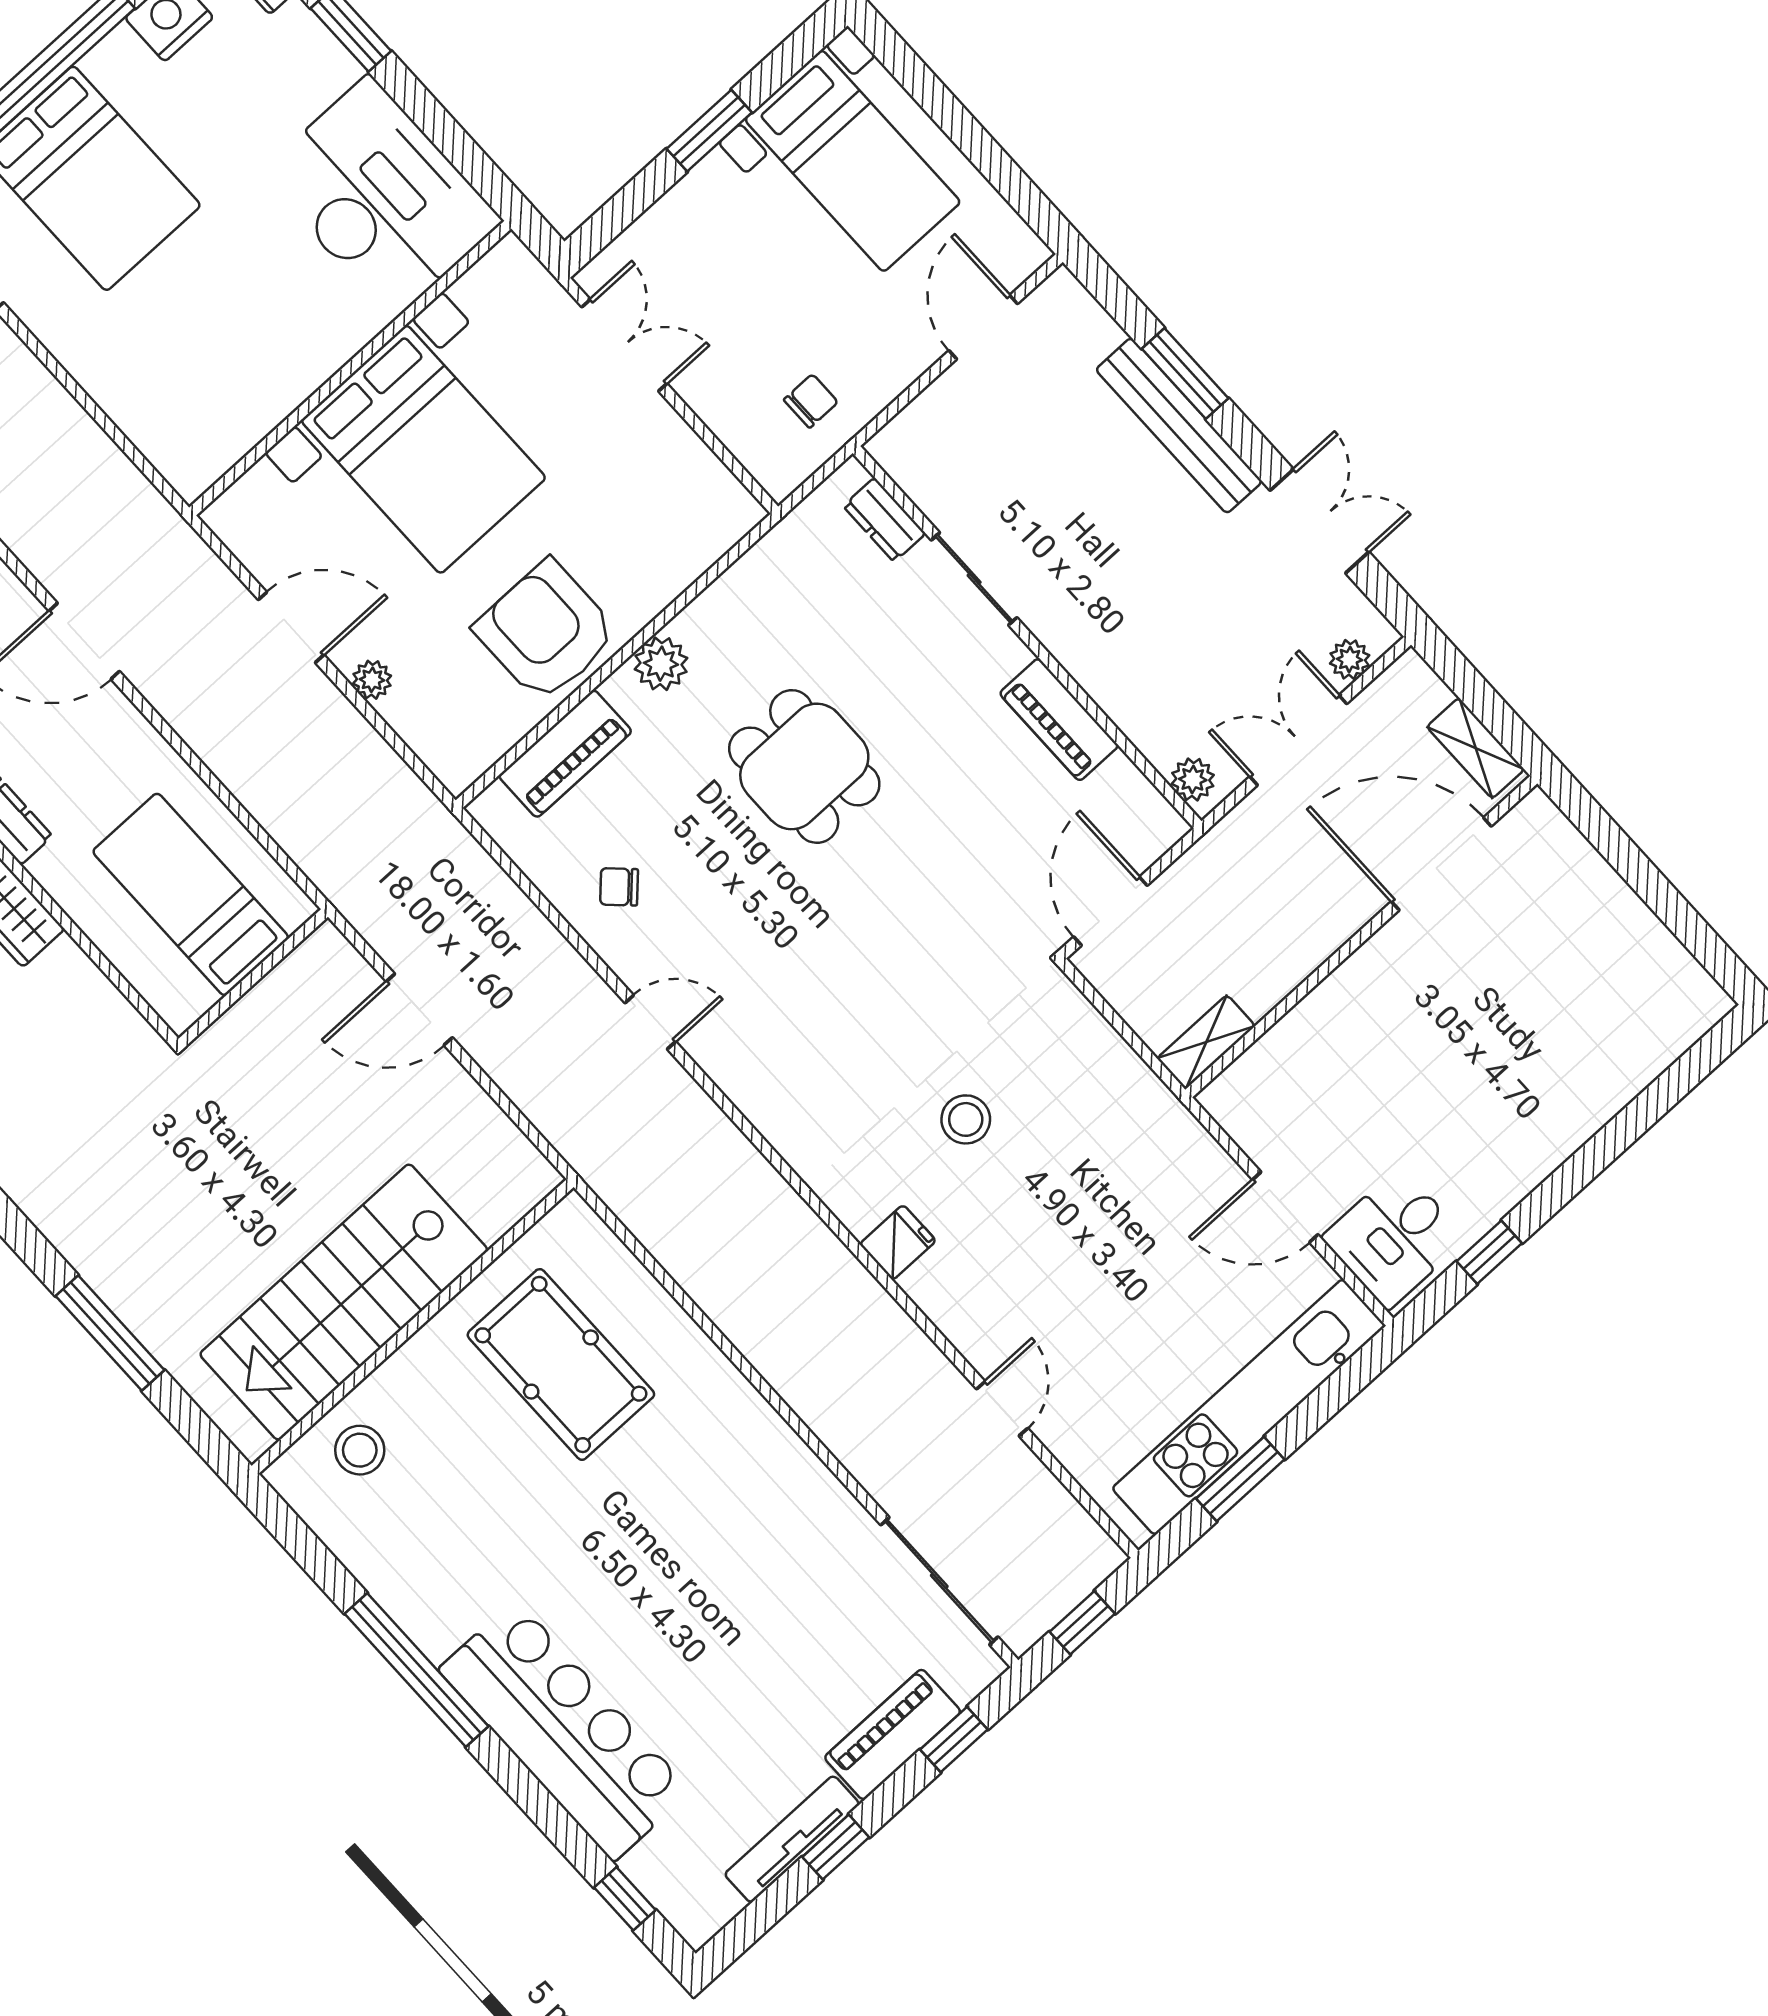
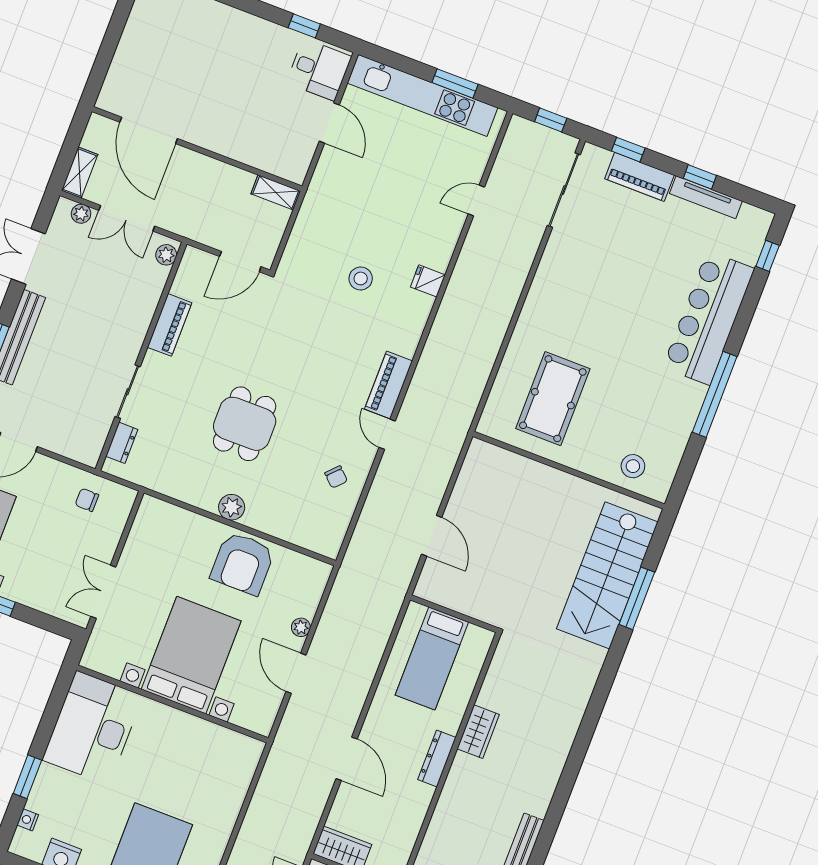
shelving: (1476, 748) -> (80, 172), moved
piano: (565, 754) -> (389, 385), moved, turned -90
stairs: (344, 1302) -> (607, 575), moved, turned 90

